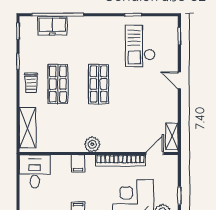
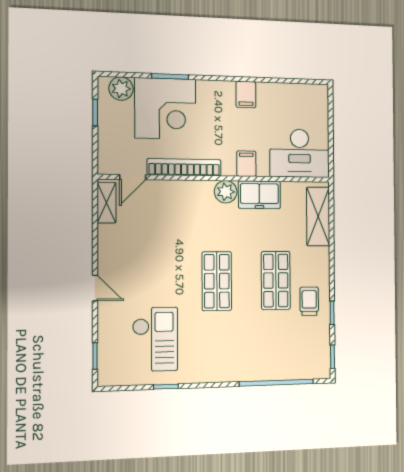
freezer: (52, 26) -> (259, 195), moved, turned 180
trolley: (31, 83) -> (309, 301), moved
desk: (35, 171) -> (300, 153), width x1.37

